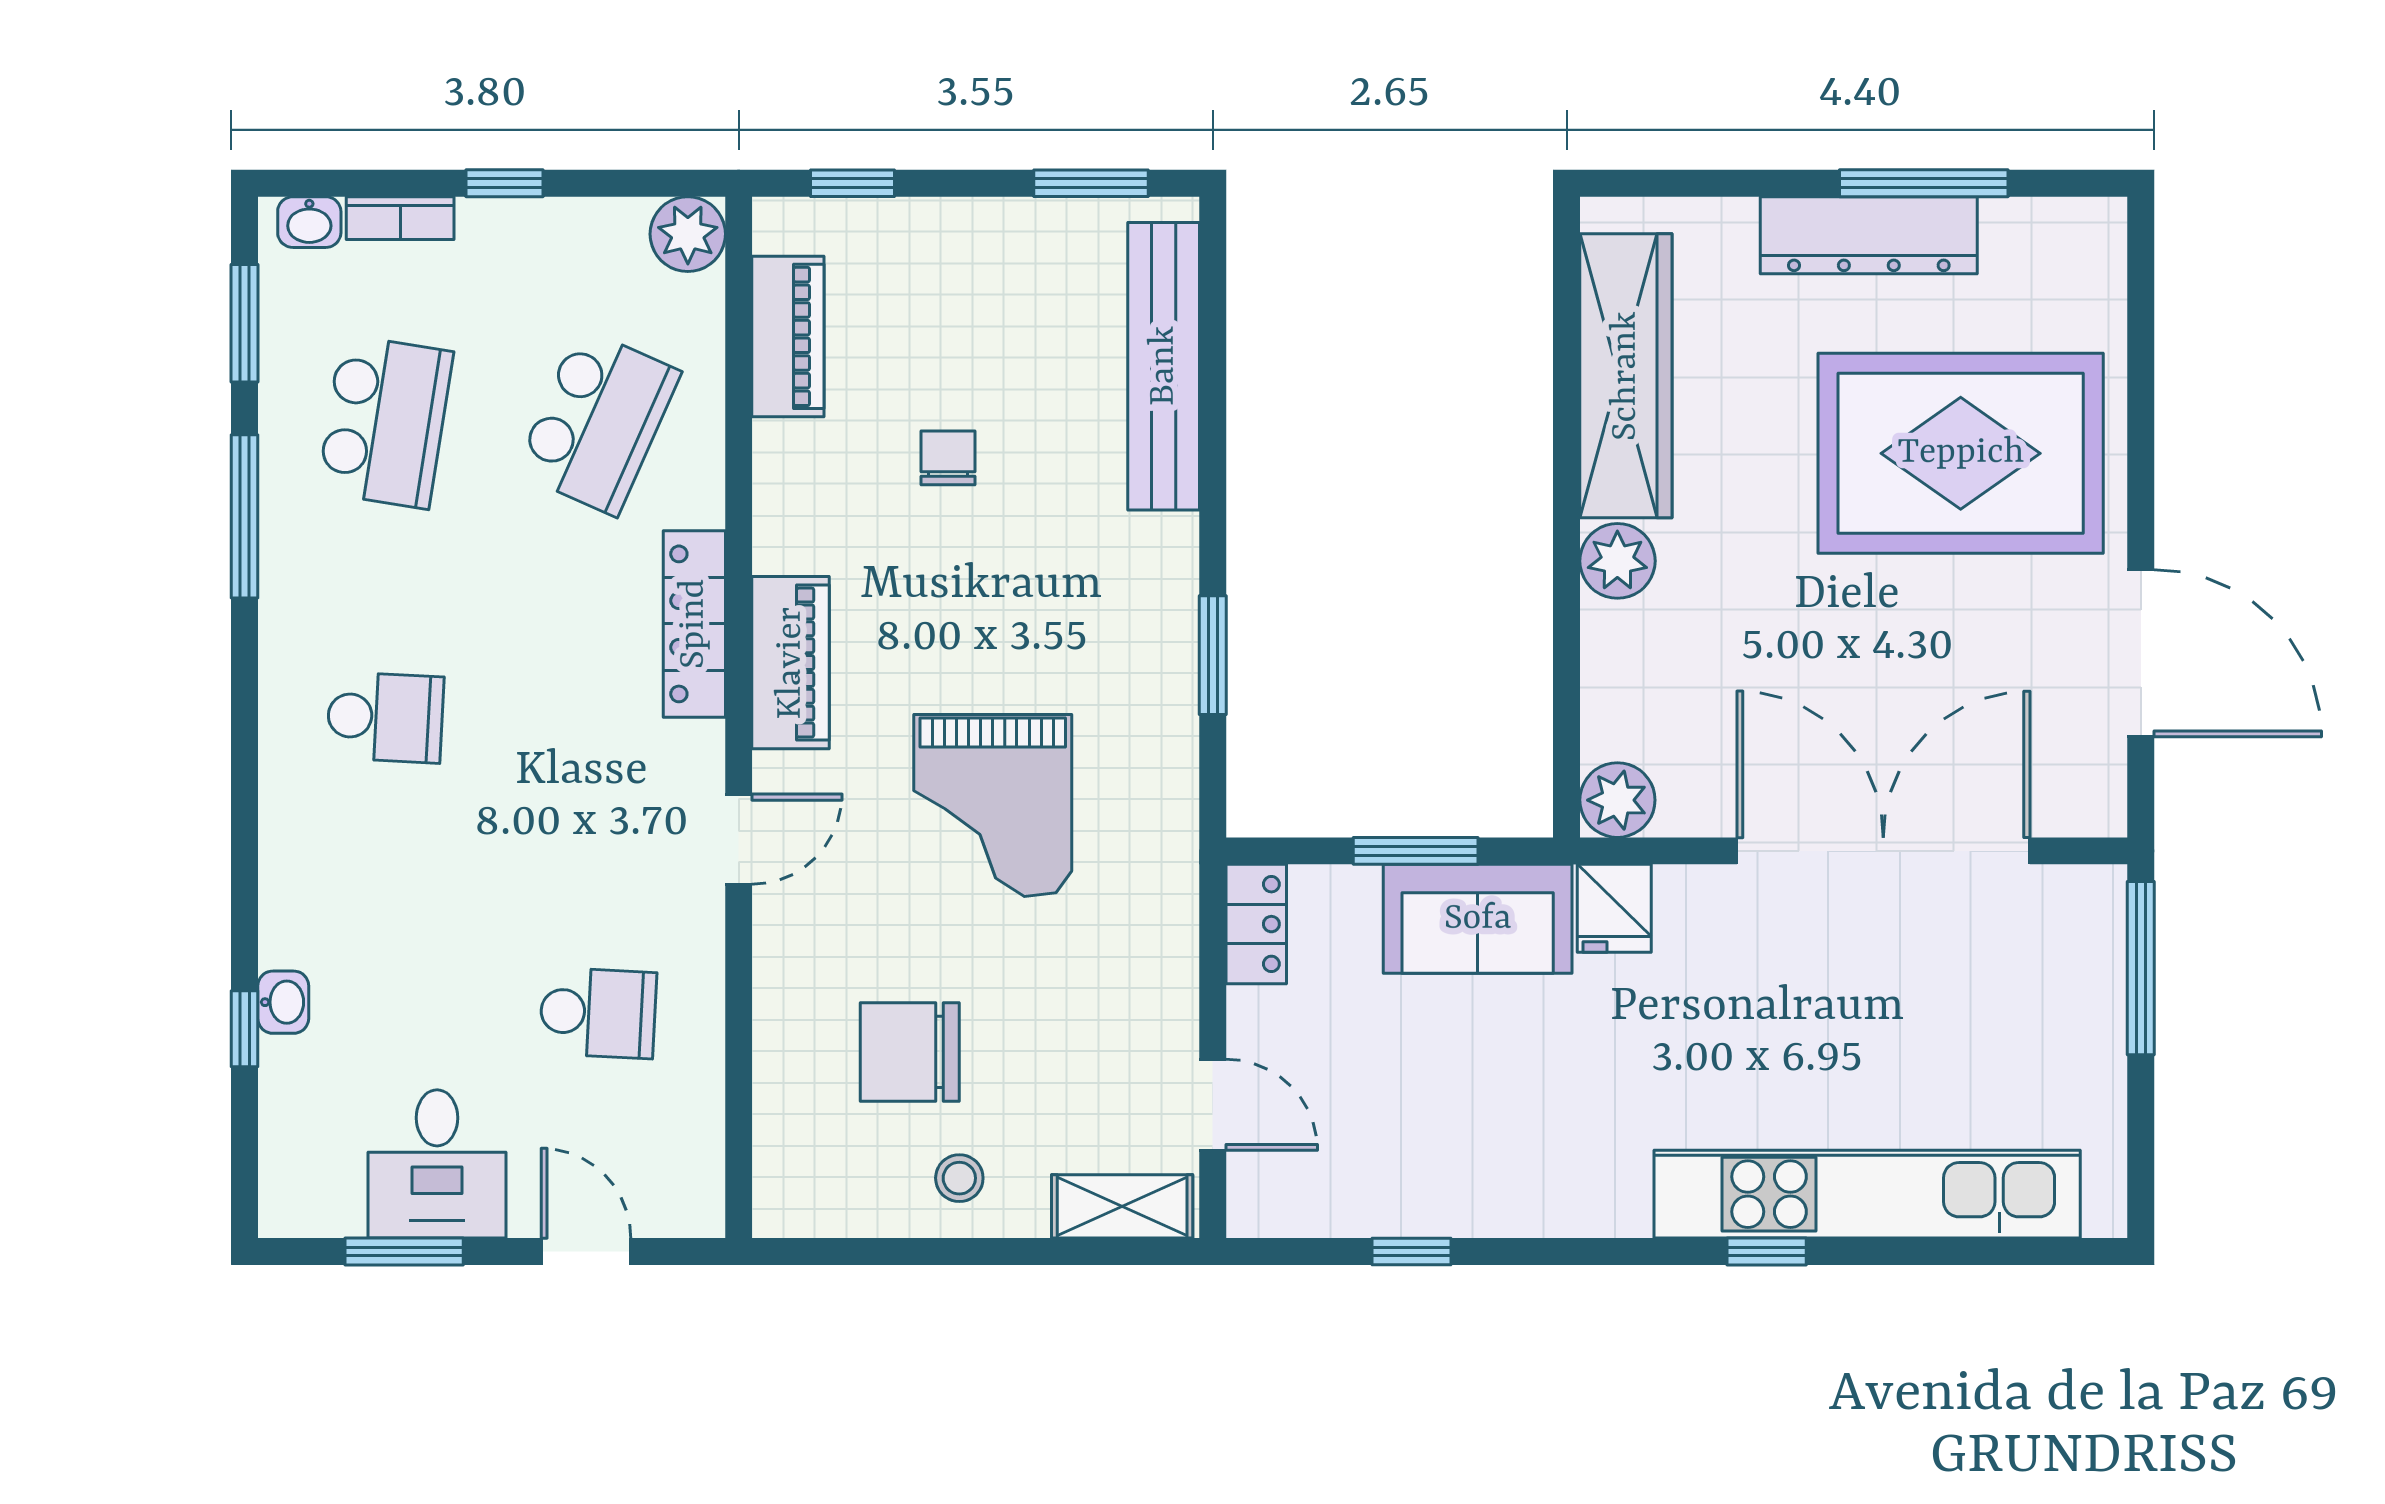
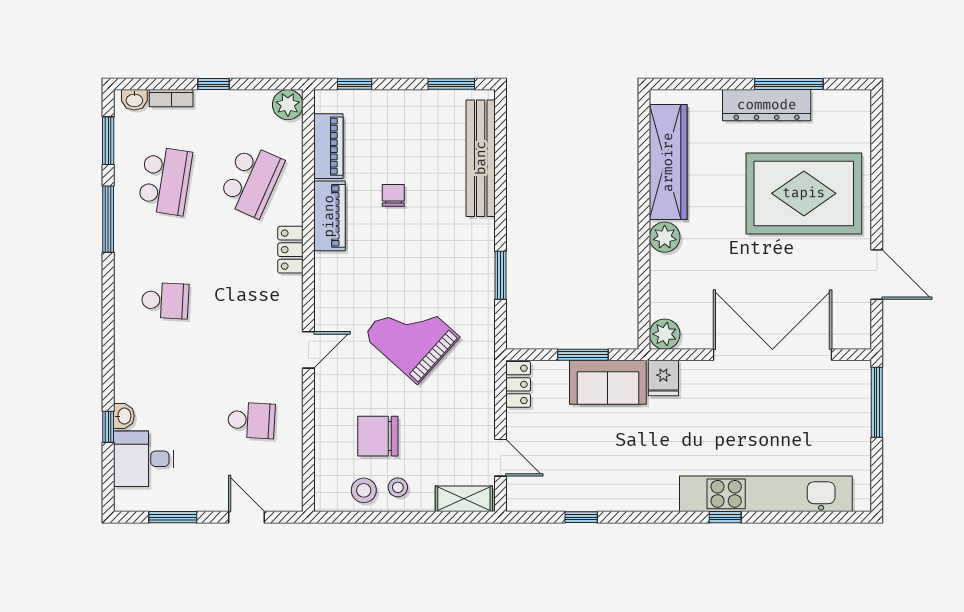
locker: (694, 624) -> (290, 250), width x0.66
door: (2141, 653) -> (877, 275), width x0.73
piano: (791, 663) -> (329, 216), moved
grand piano: (993, 805) -> (411, 336), turned 132
desk: (437, 1164) -> (144, 459), moved, turned 90
stool: (875, 1186) -> (364, 490), added

